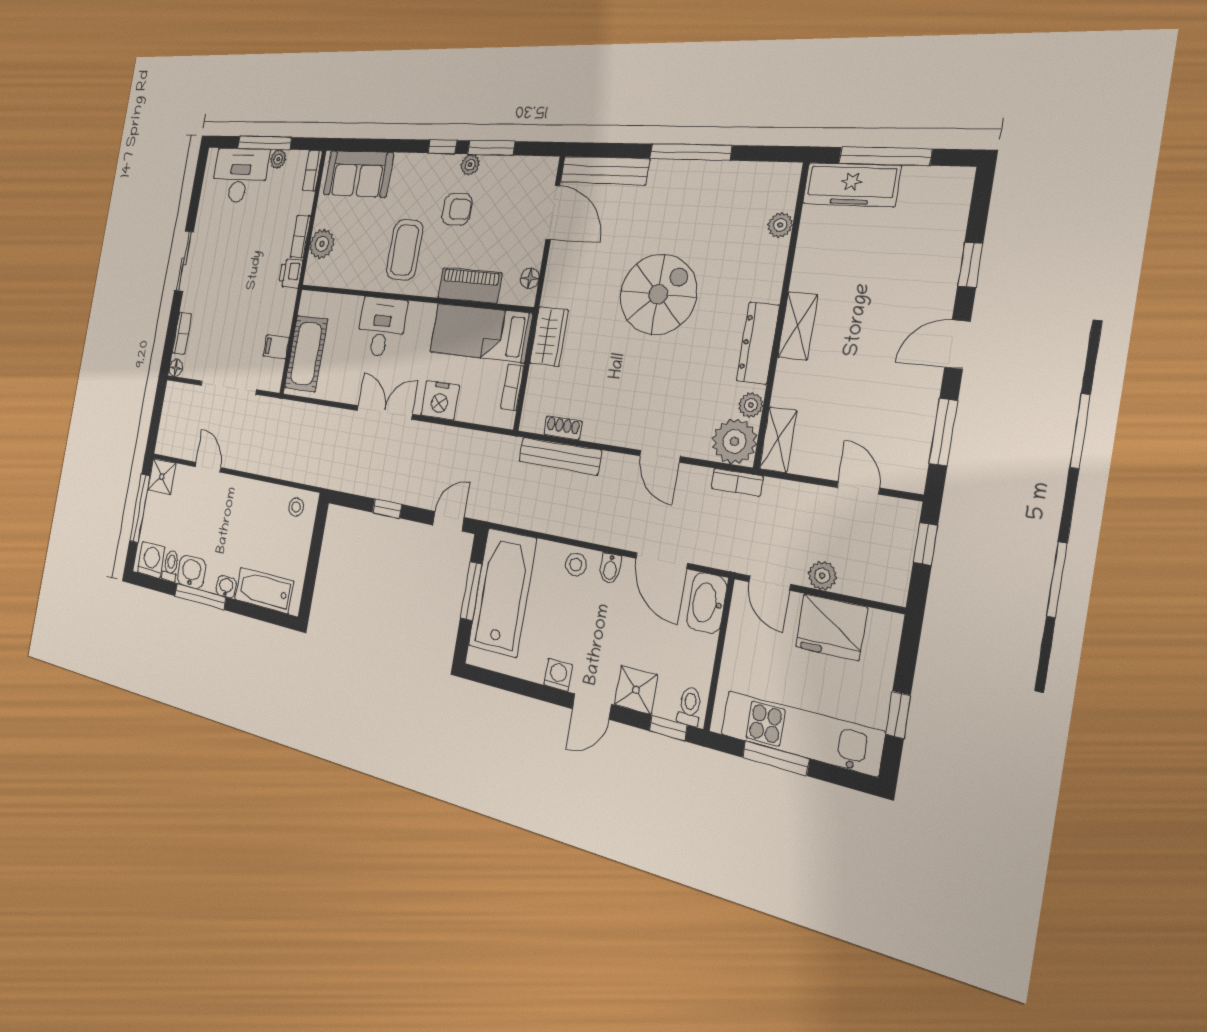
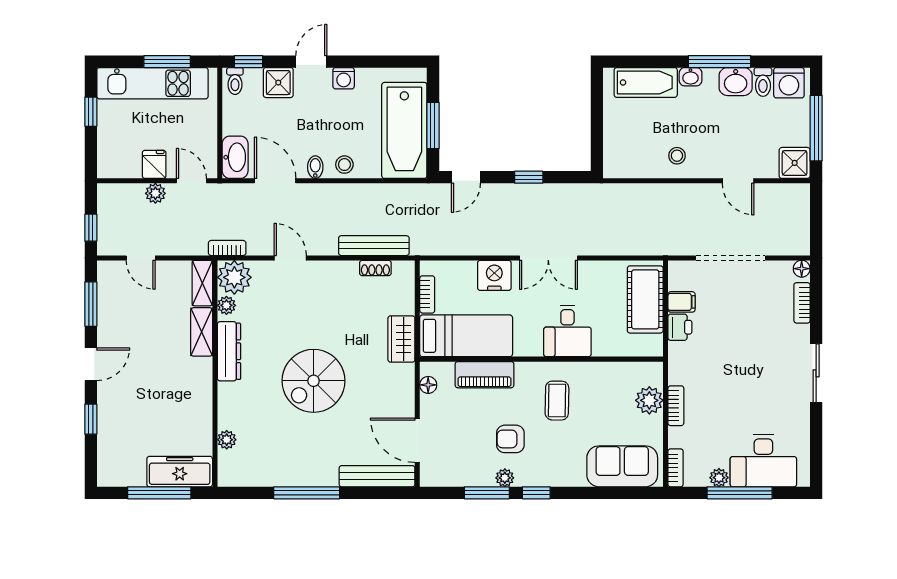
coffee table: (405, 250) -> (557, 401), width x0.73, depth x0.77
printer: (290, 273) -> (680, 327), moved
shelving: (798, 326) -> (202, 332), moved
stool: (296, 507) -> (677, 156), moved
fridge: (831, 627) -> (154, 164), width x0.53, depth x0.75

